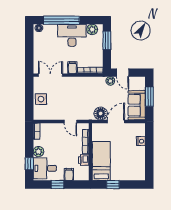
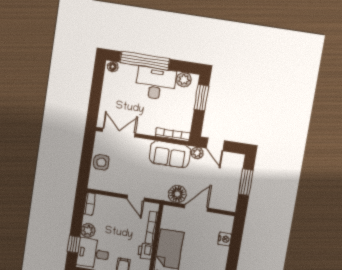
filing cabinet: (72, 68) -> (149, 127), removed
sofa: (137, 105) -> (170, 154), moved, turned -90

